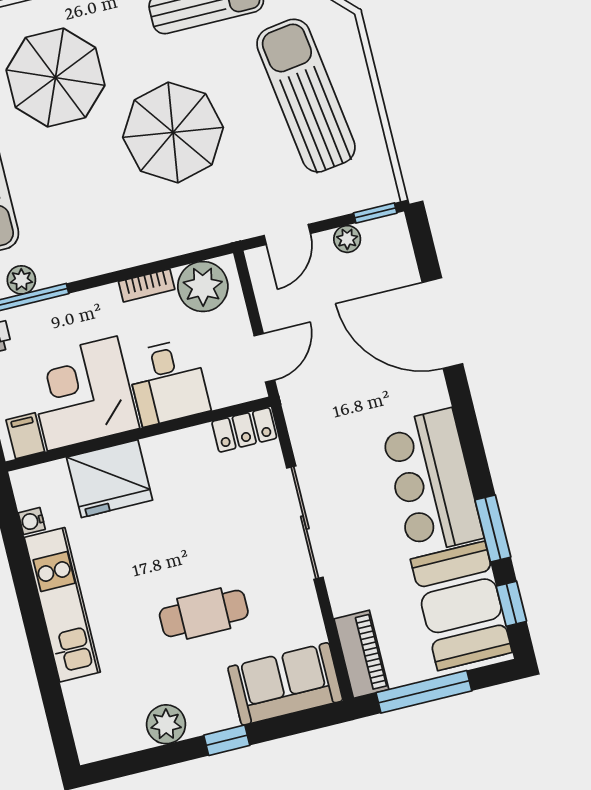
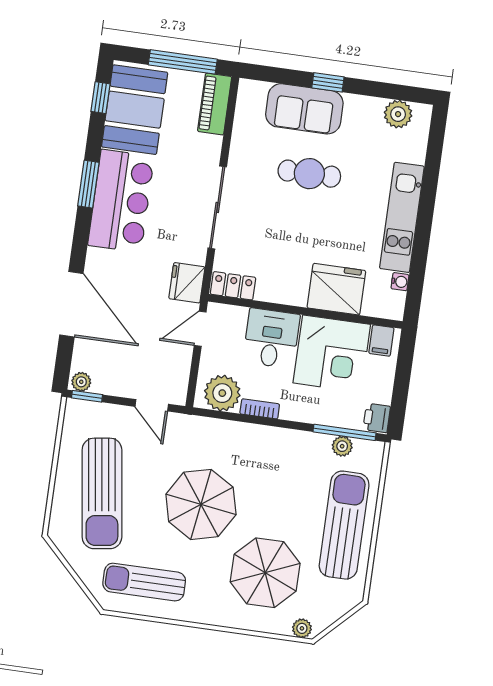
door: (287, 235) -> (152, 405), swing flipped
plant: (347, 239) -> (81, 382), moved
fridge: (305, 410) -> (187, 283), added
window: (493, 529) -> (88, 184), moved
sofa: (285, 684) -> (304, 109), moved
plant: (166, 724) -> (398, 114), moved

